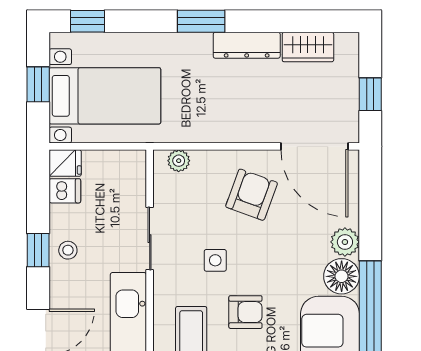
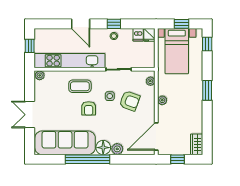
dresser: (247, 45) -> (197, 109), removed
wardrobe: (308, 47) -> (197, 144), moved
plant: (226, 131) -> (162, 100), added
armchair: (252, 195) -> (130, 101), moved

